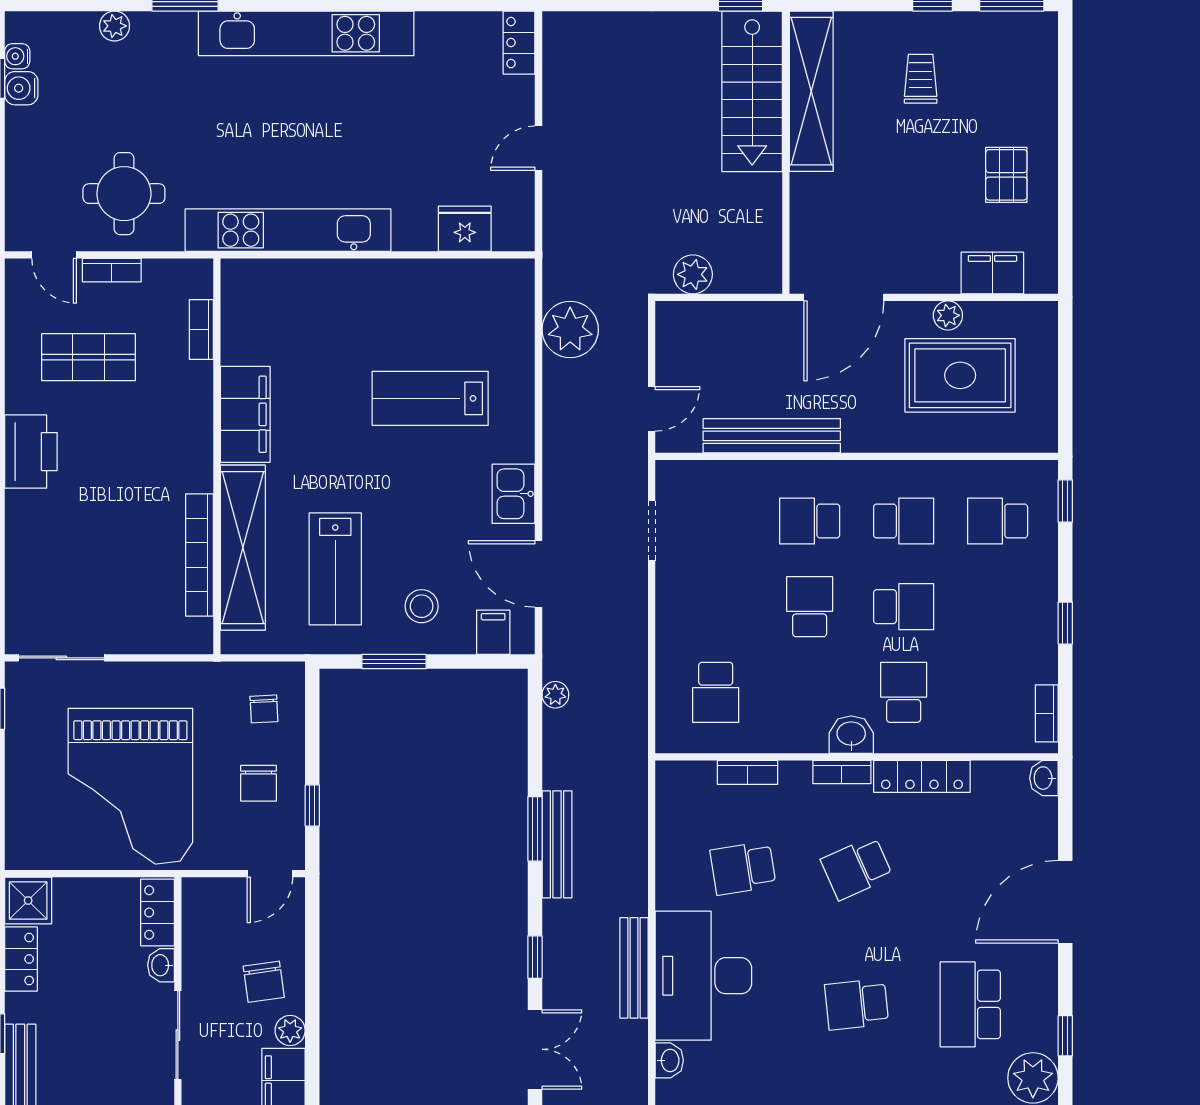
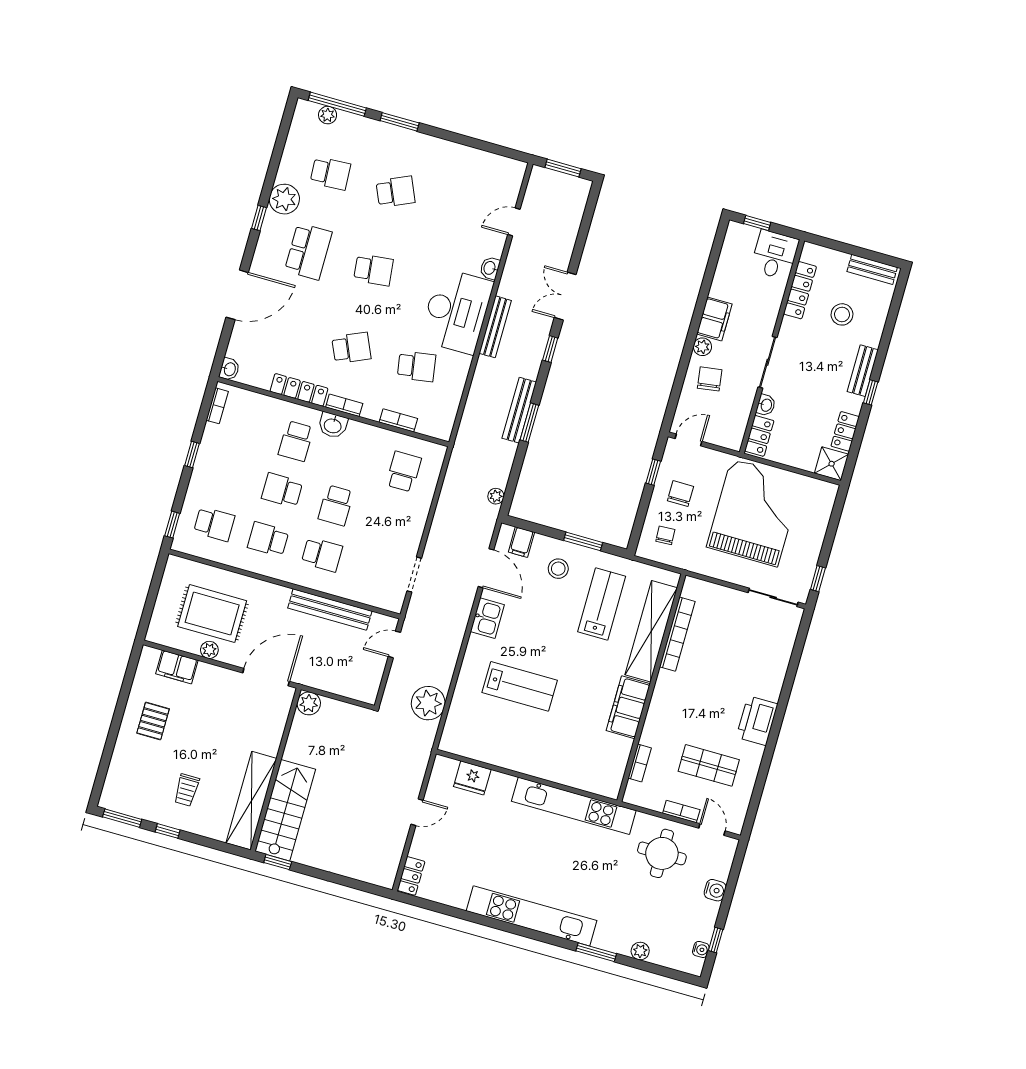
water cooler: (21, 88) -> (715, 890), moved
plant: (693, 274) -> (309, 703), moved

